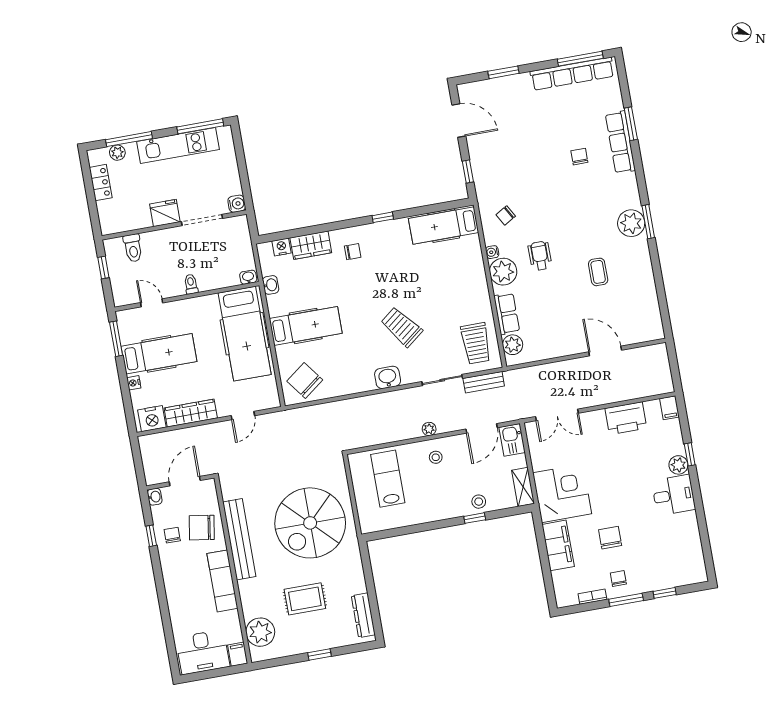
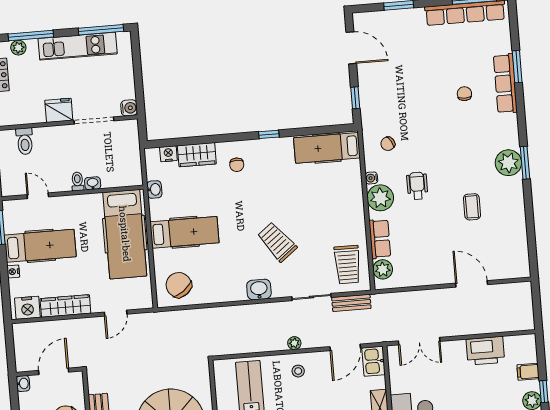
chair: (353, 252) -> (237, 165), turned 90
washbasin: (248, 277) -> (93, 183), moved
filing cabinet: (669, 408) -> (528, 372), moved, turned 90

